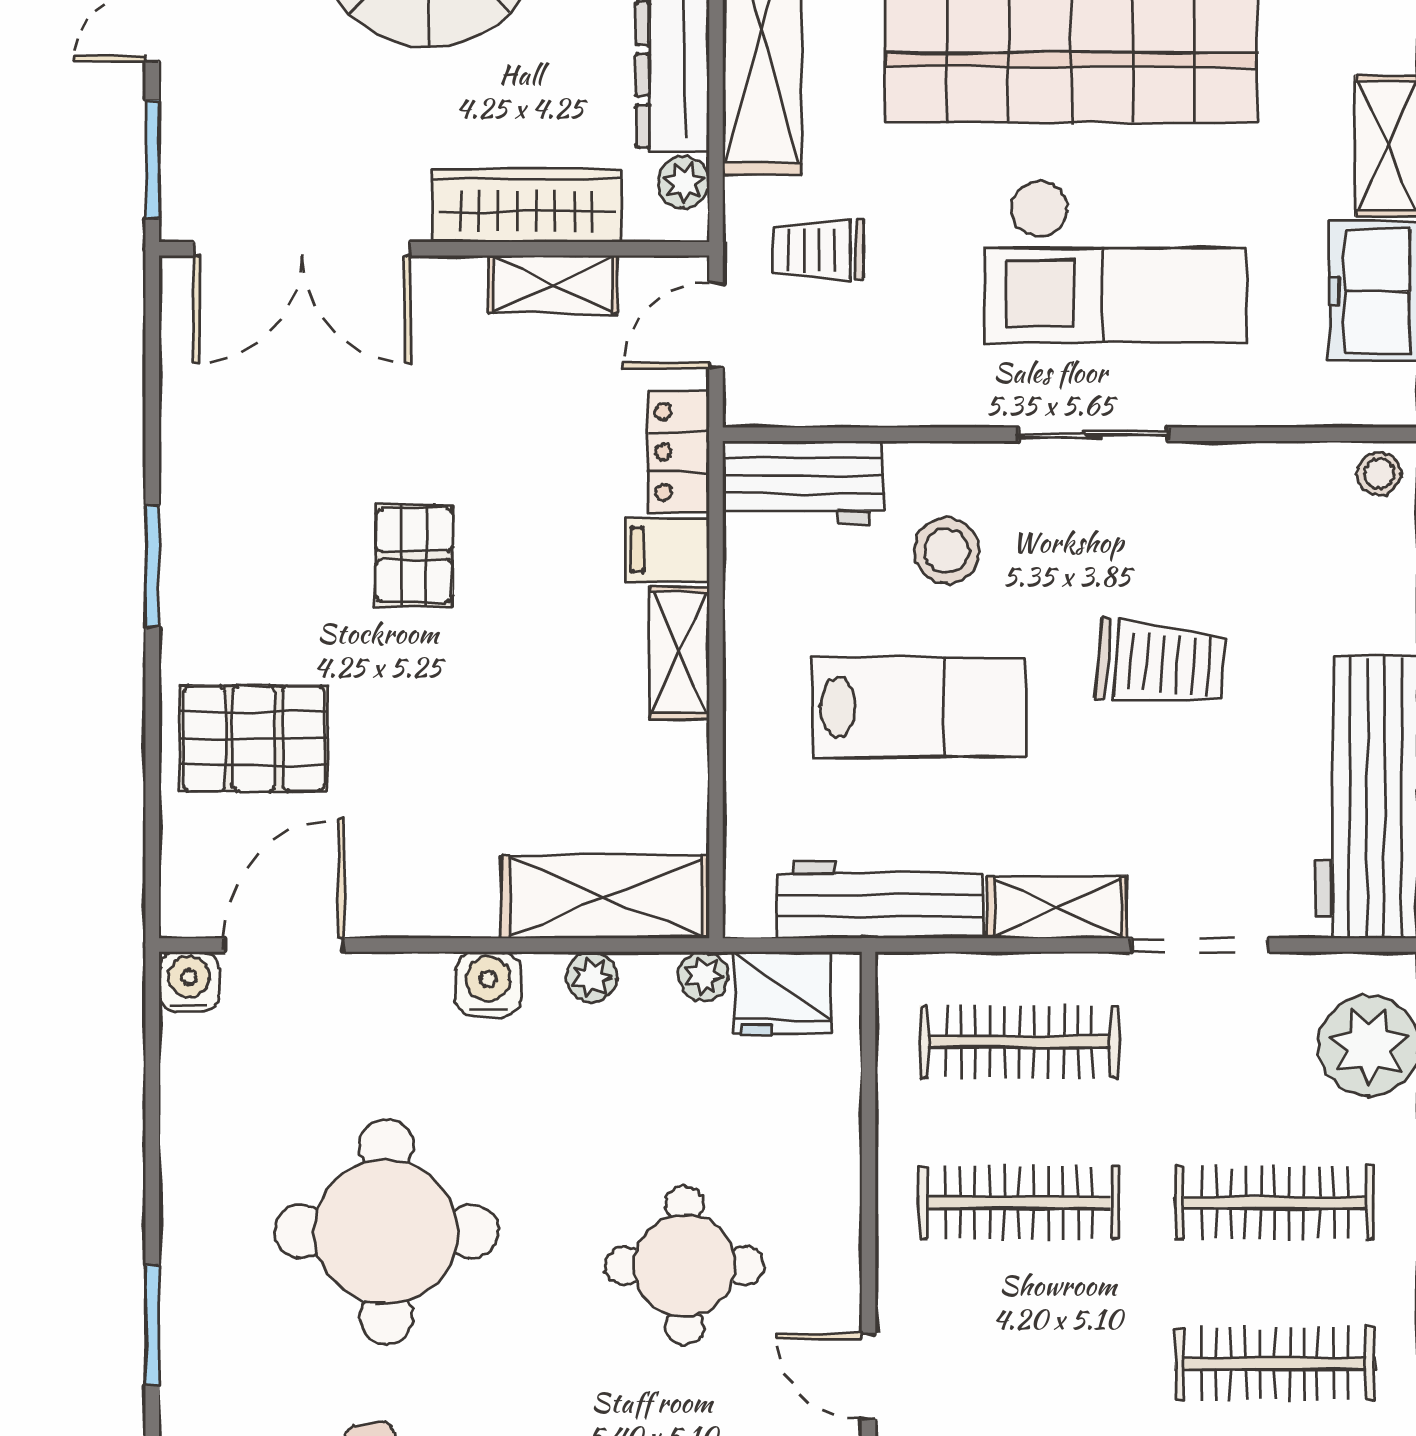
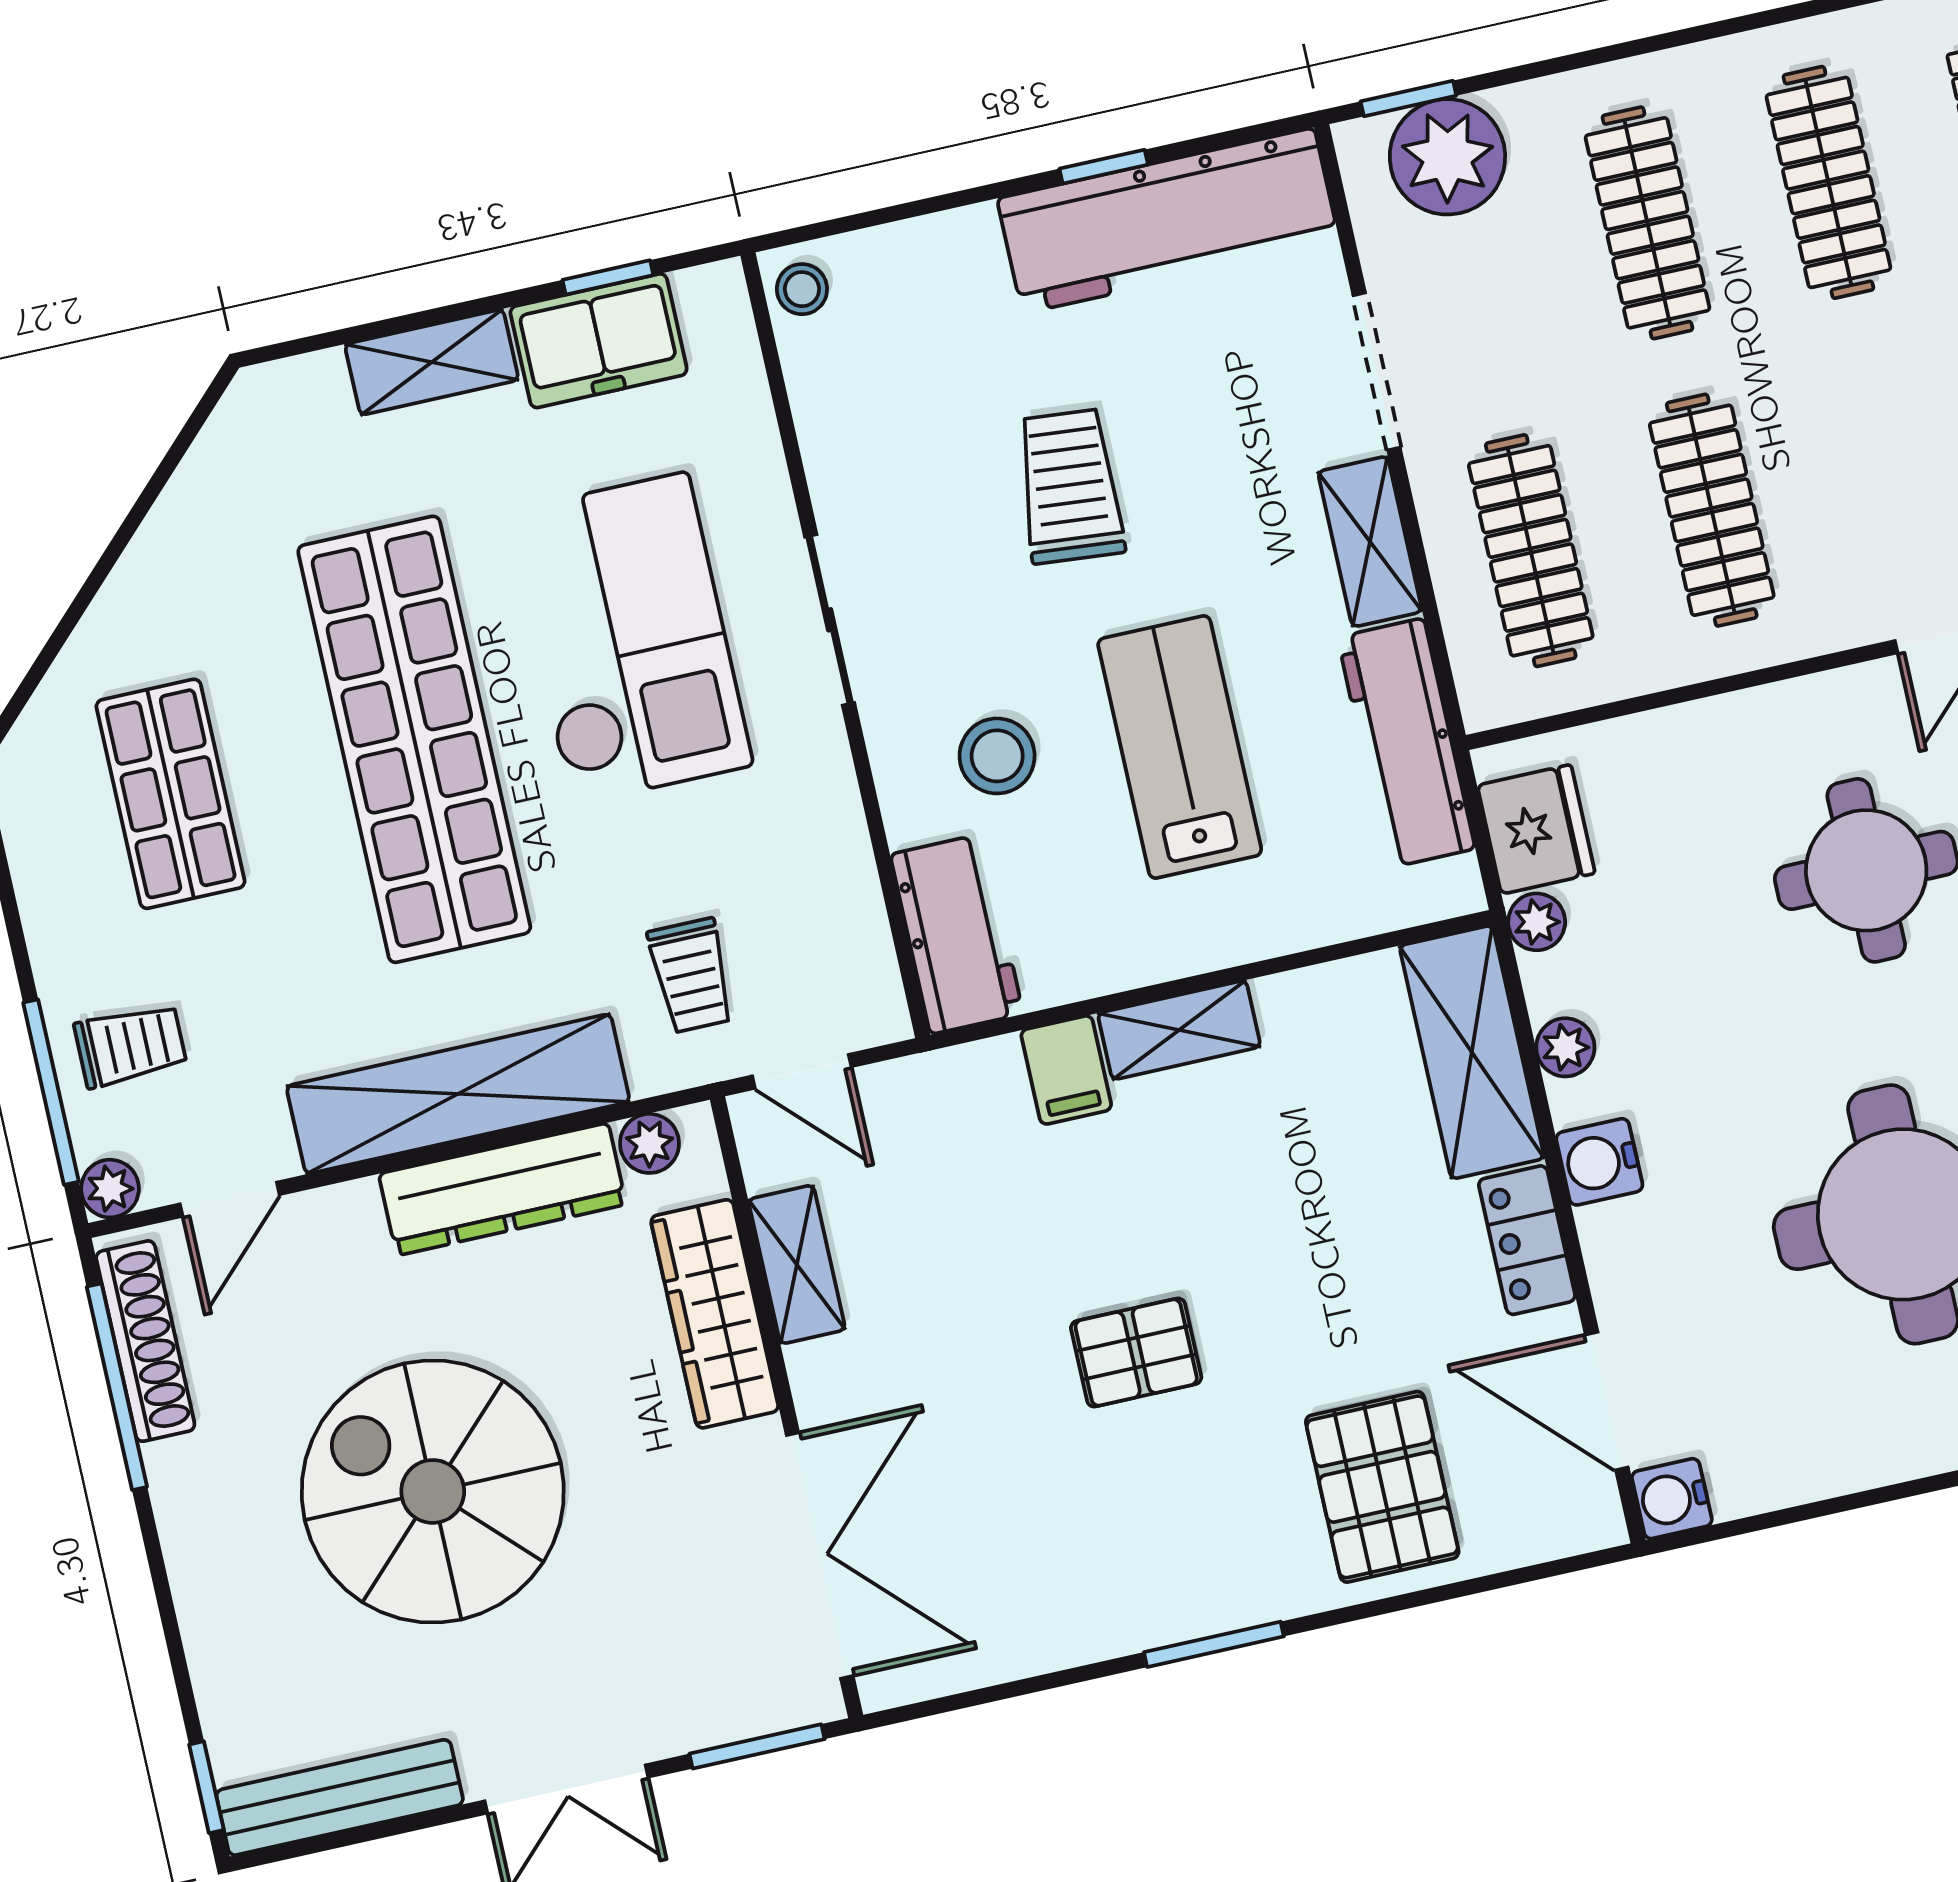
locker: (679, 452) -> (1527, 1240), moved, turned 90

